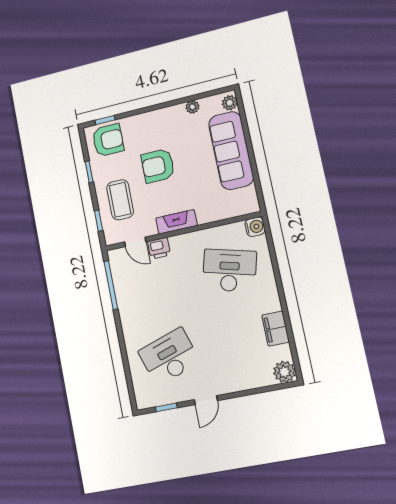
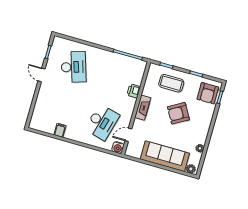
armchair: (158, 166) -> (178, 113), turned -120
door: (135, 242) -> (128, 135), moved
filing cabinet: (275, 329) -> (60, 130), width x0.50
plant: (284, 372) -> (36, 123), removed

